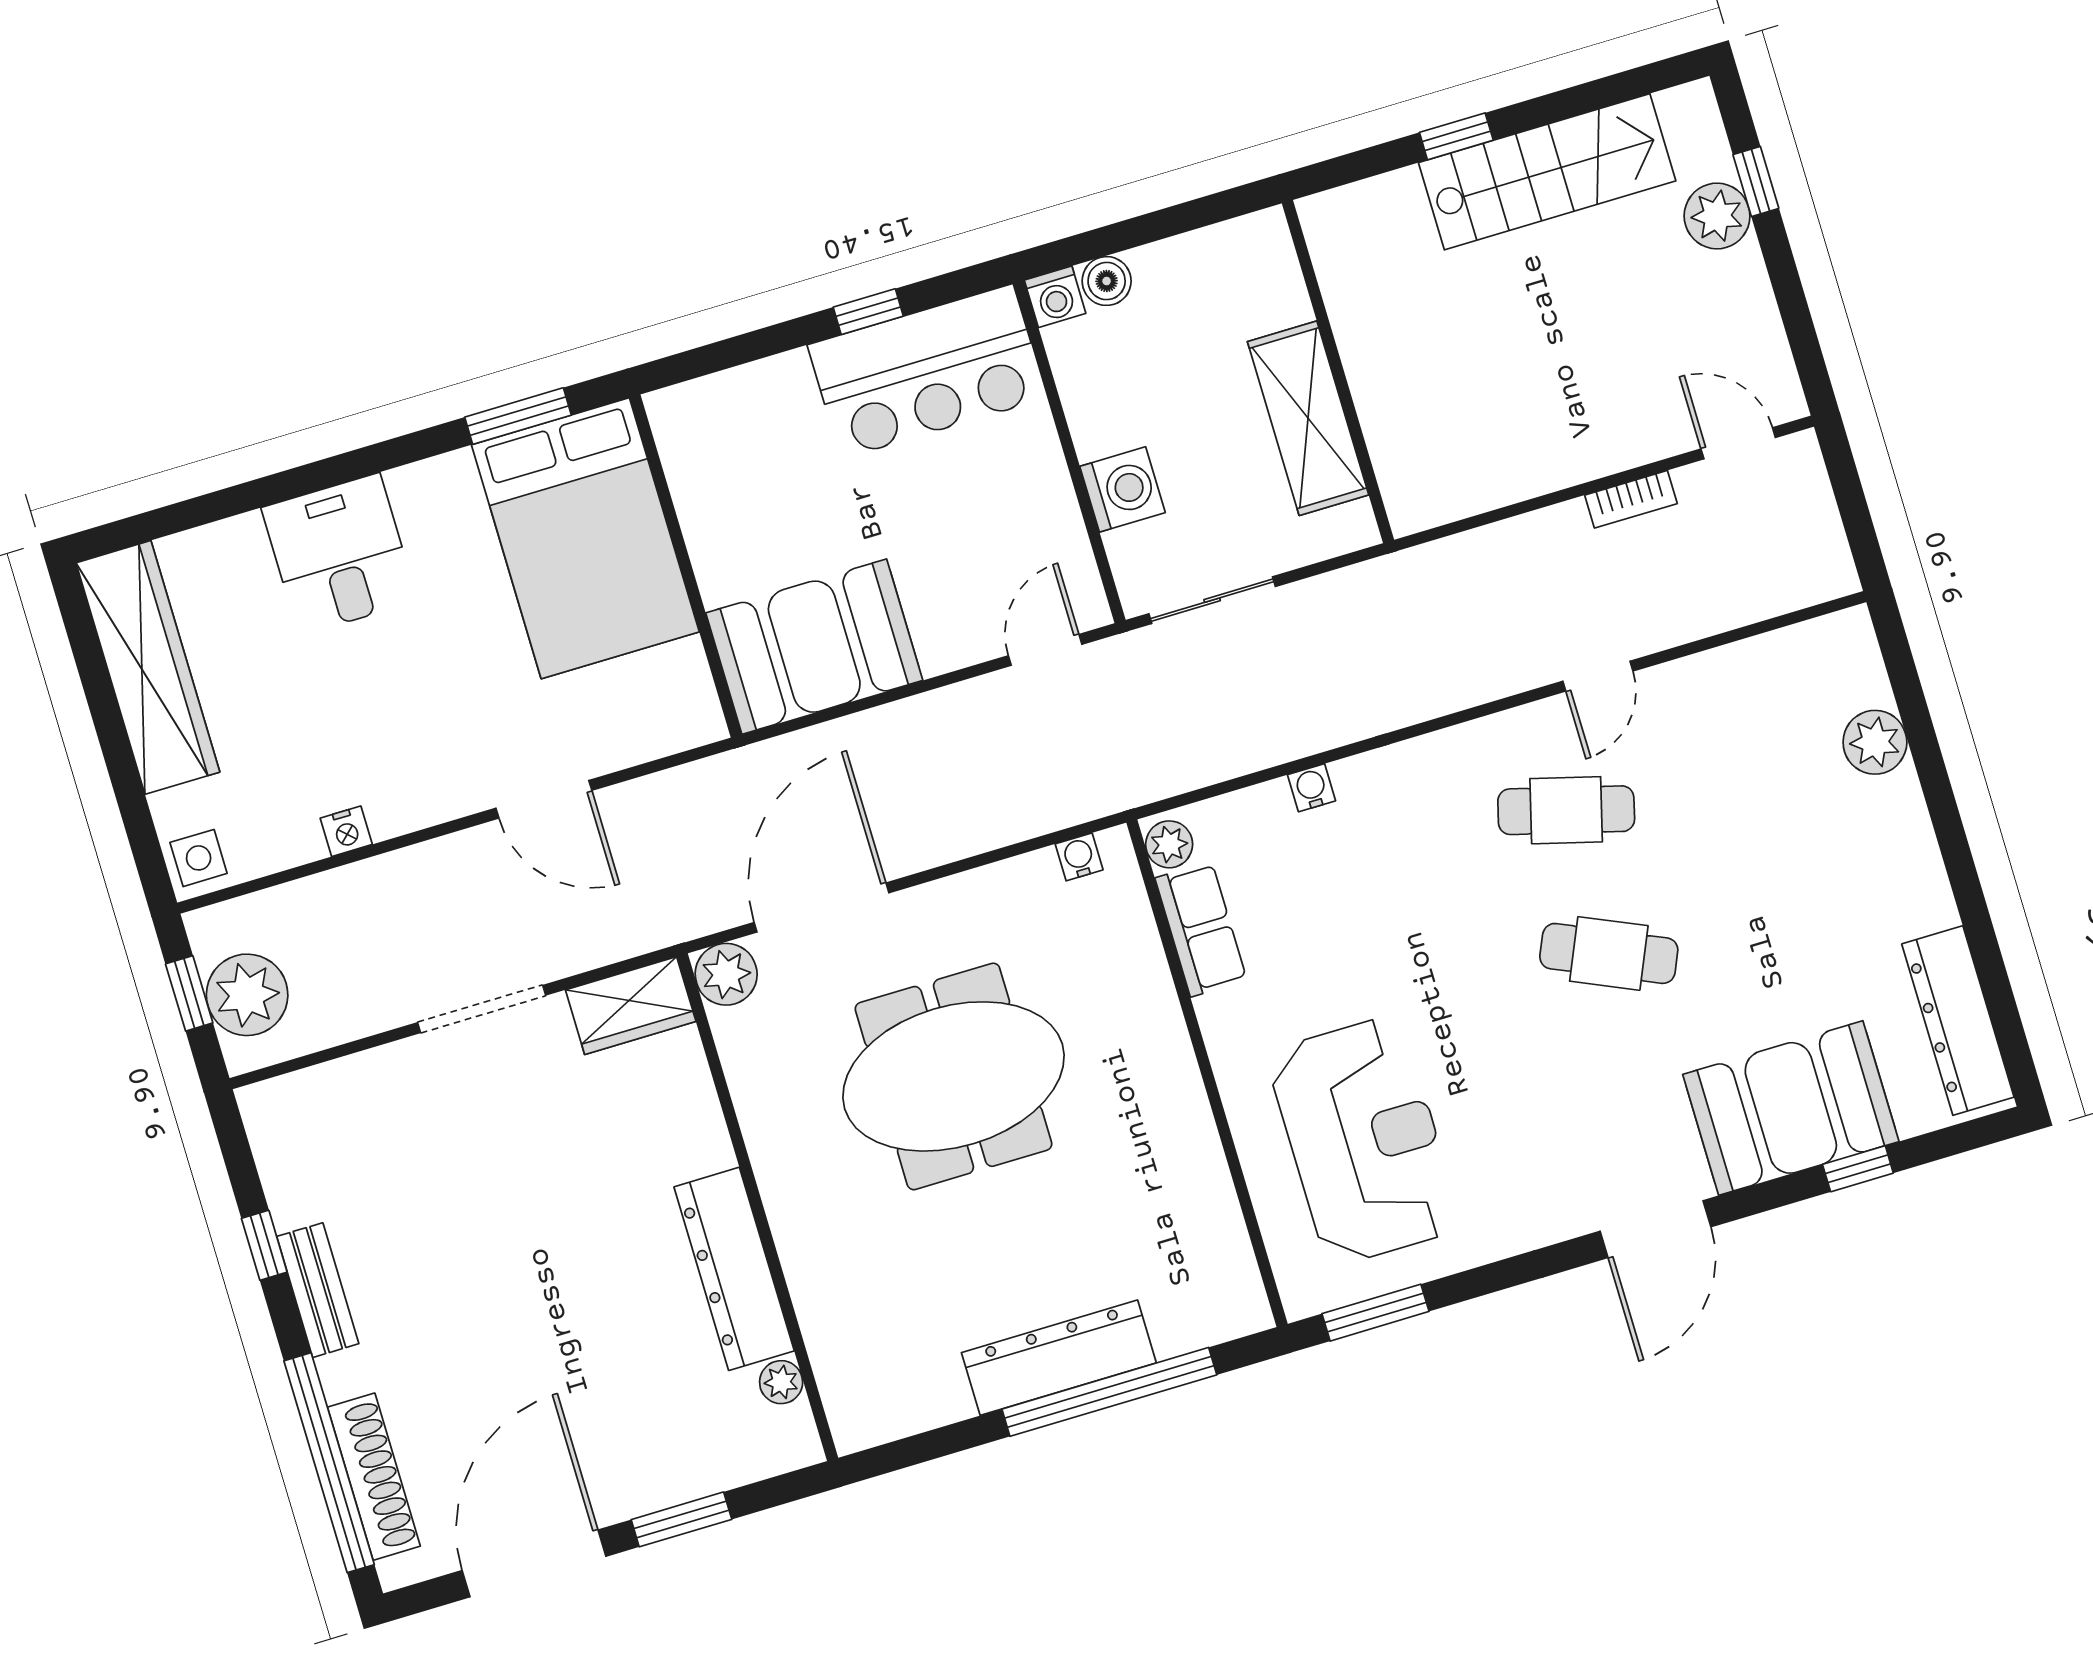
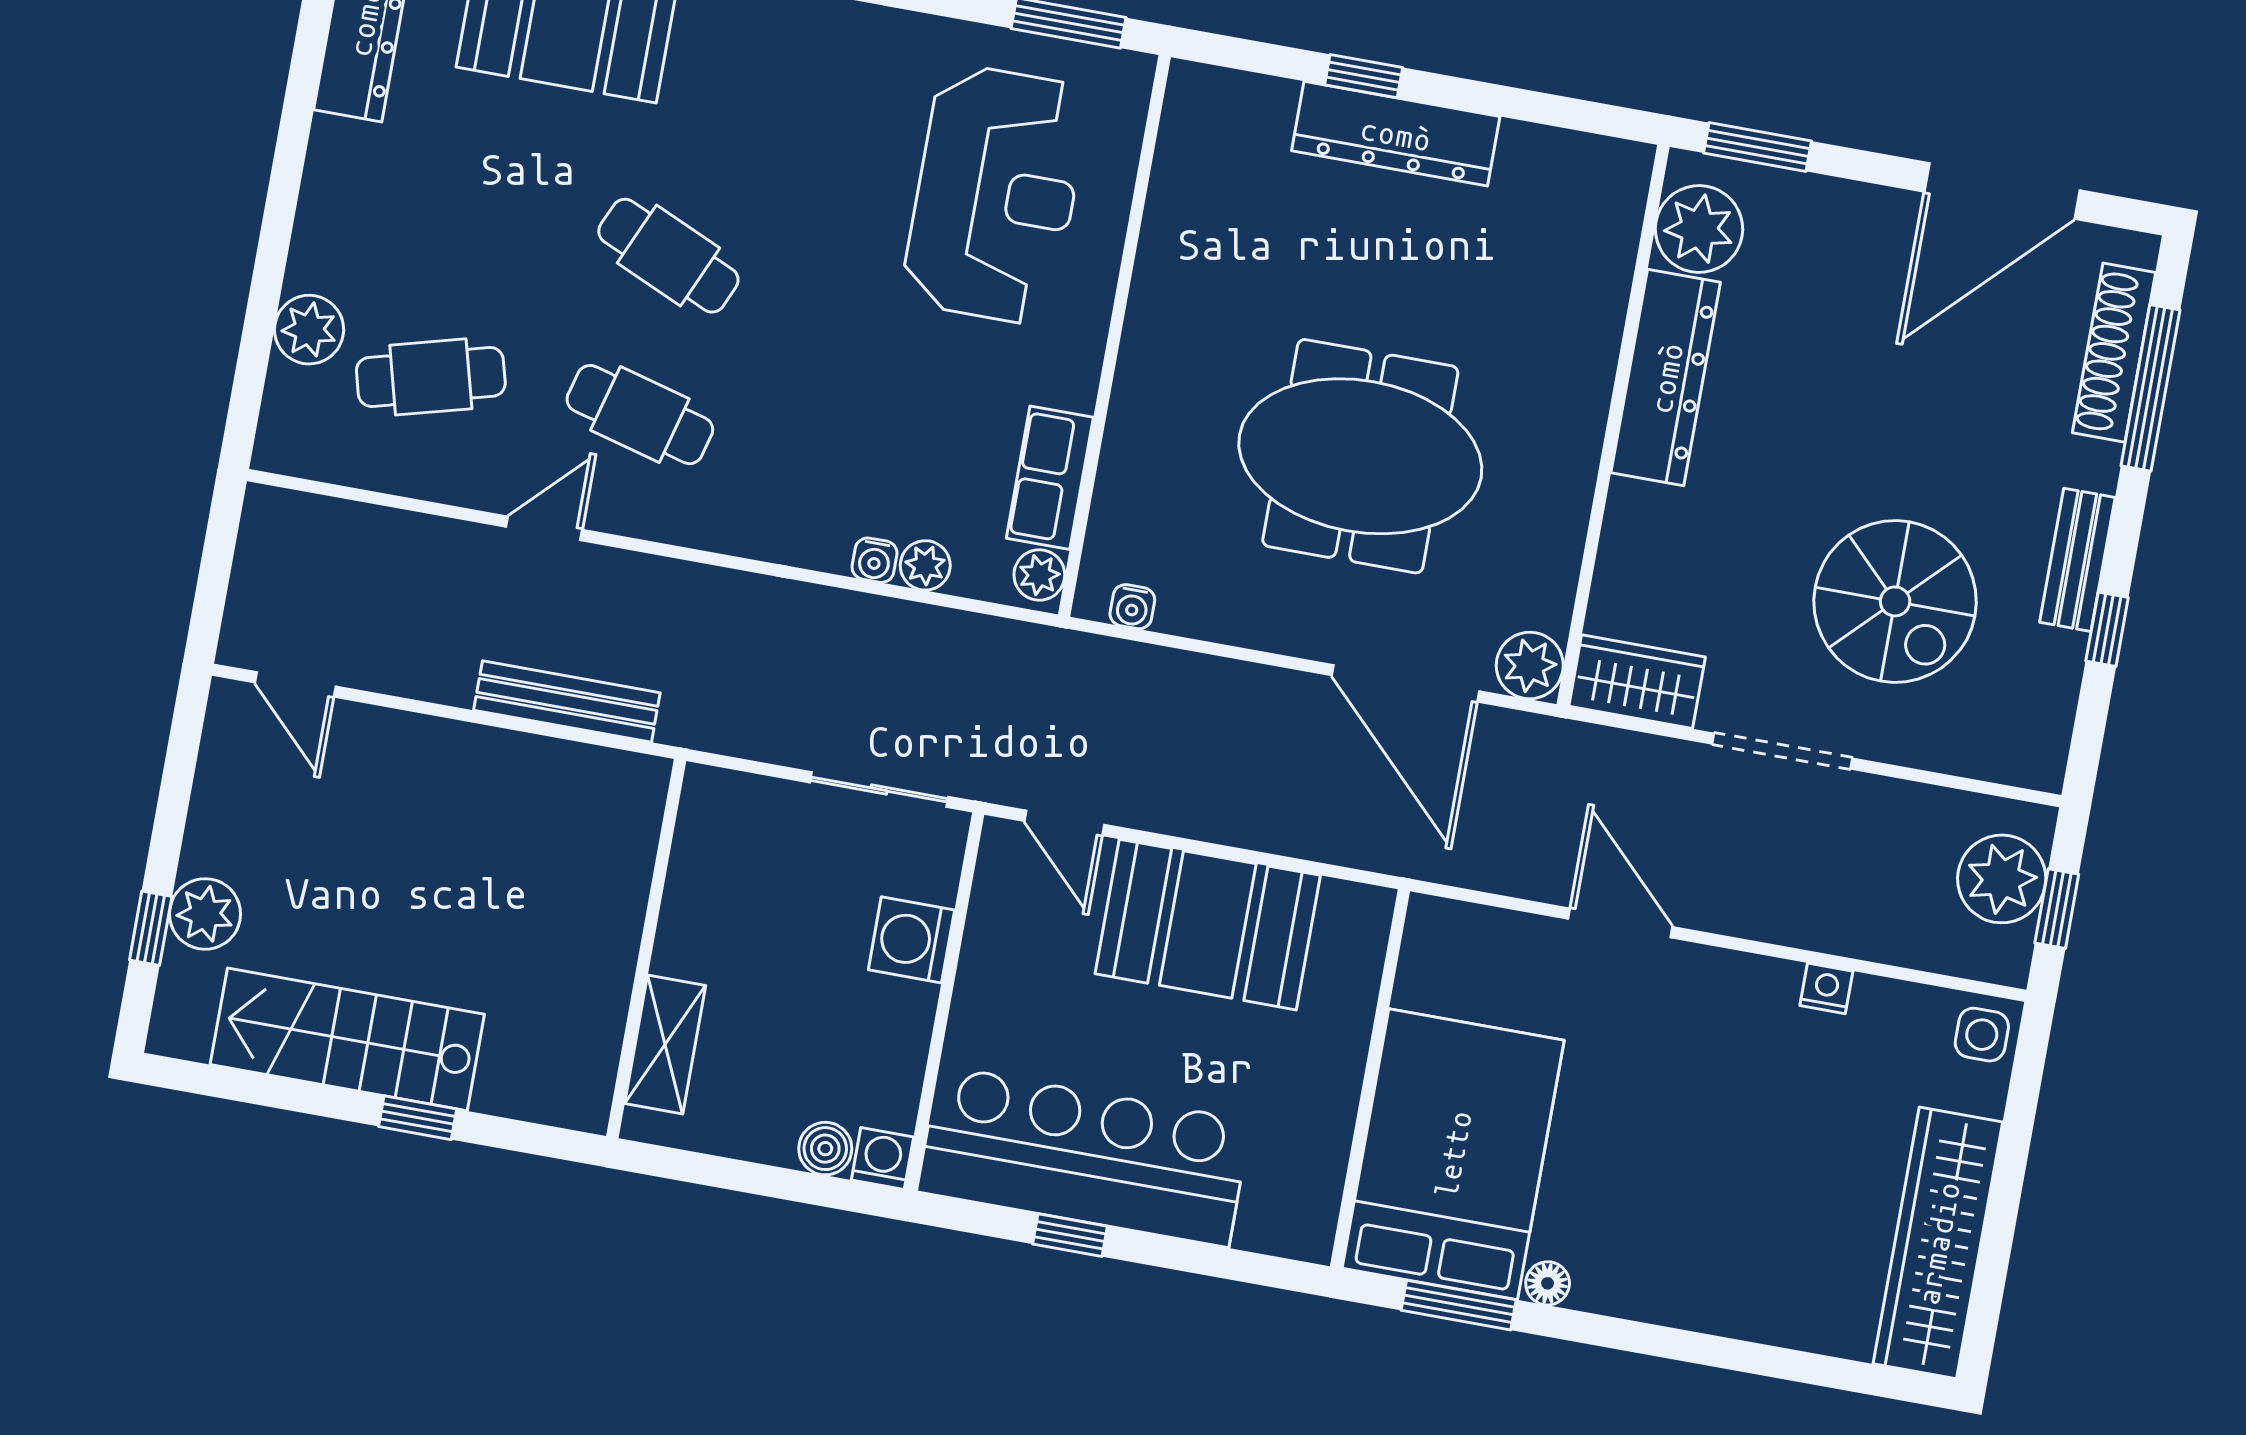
bar counter: (927, 371) -> (1084, 1156), width x1.36
shelving: (1308, 418) -> (665, 1045), moved, width x0.67, depth x0.75
floor lamp: (454, 471) -> (1548, 1283), added
bookcase: (1631, 499) -> (426, 683), removed
bench: (1507, 543) -> (567, 701), added
desk: (339, 554) -> (1698, 1259), removed
booth: (814, 647) -> (1208, 925), moved
door: (1045, 650) -> (1064, 823), hinge flipped
cafe table: (1755, 754) -> (431, 377), added
plant: (1267, 805) -> (925, 565), added
door: (822, 908) -> (1405, 683), hinge flipped
reception desk: (1364, 1141) -> (996, 194), turned 180
spiral stairs: (451, 1180) -> (1895, 601), added
plant: (781, 1382) -> (1699, 229), width x1.88, depth x1.88
window: (1109, 1392) -> (1364, 76), width x0.32
window: (329, 1463) -> (2150, 388), width x0.68
window: (681, 1519) -> (1758, 147), moved

